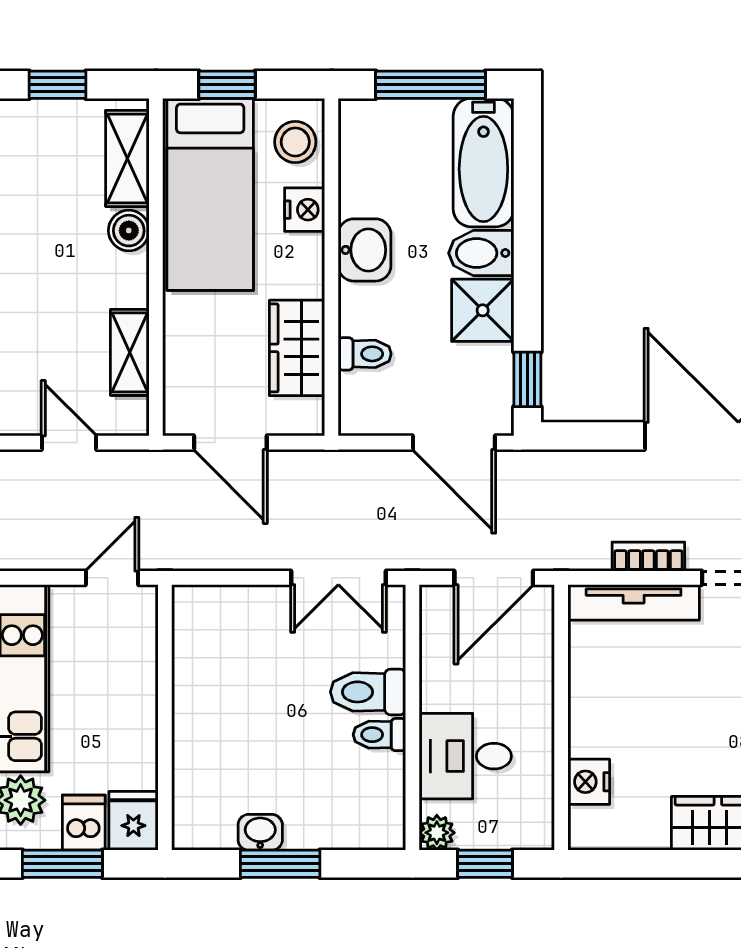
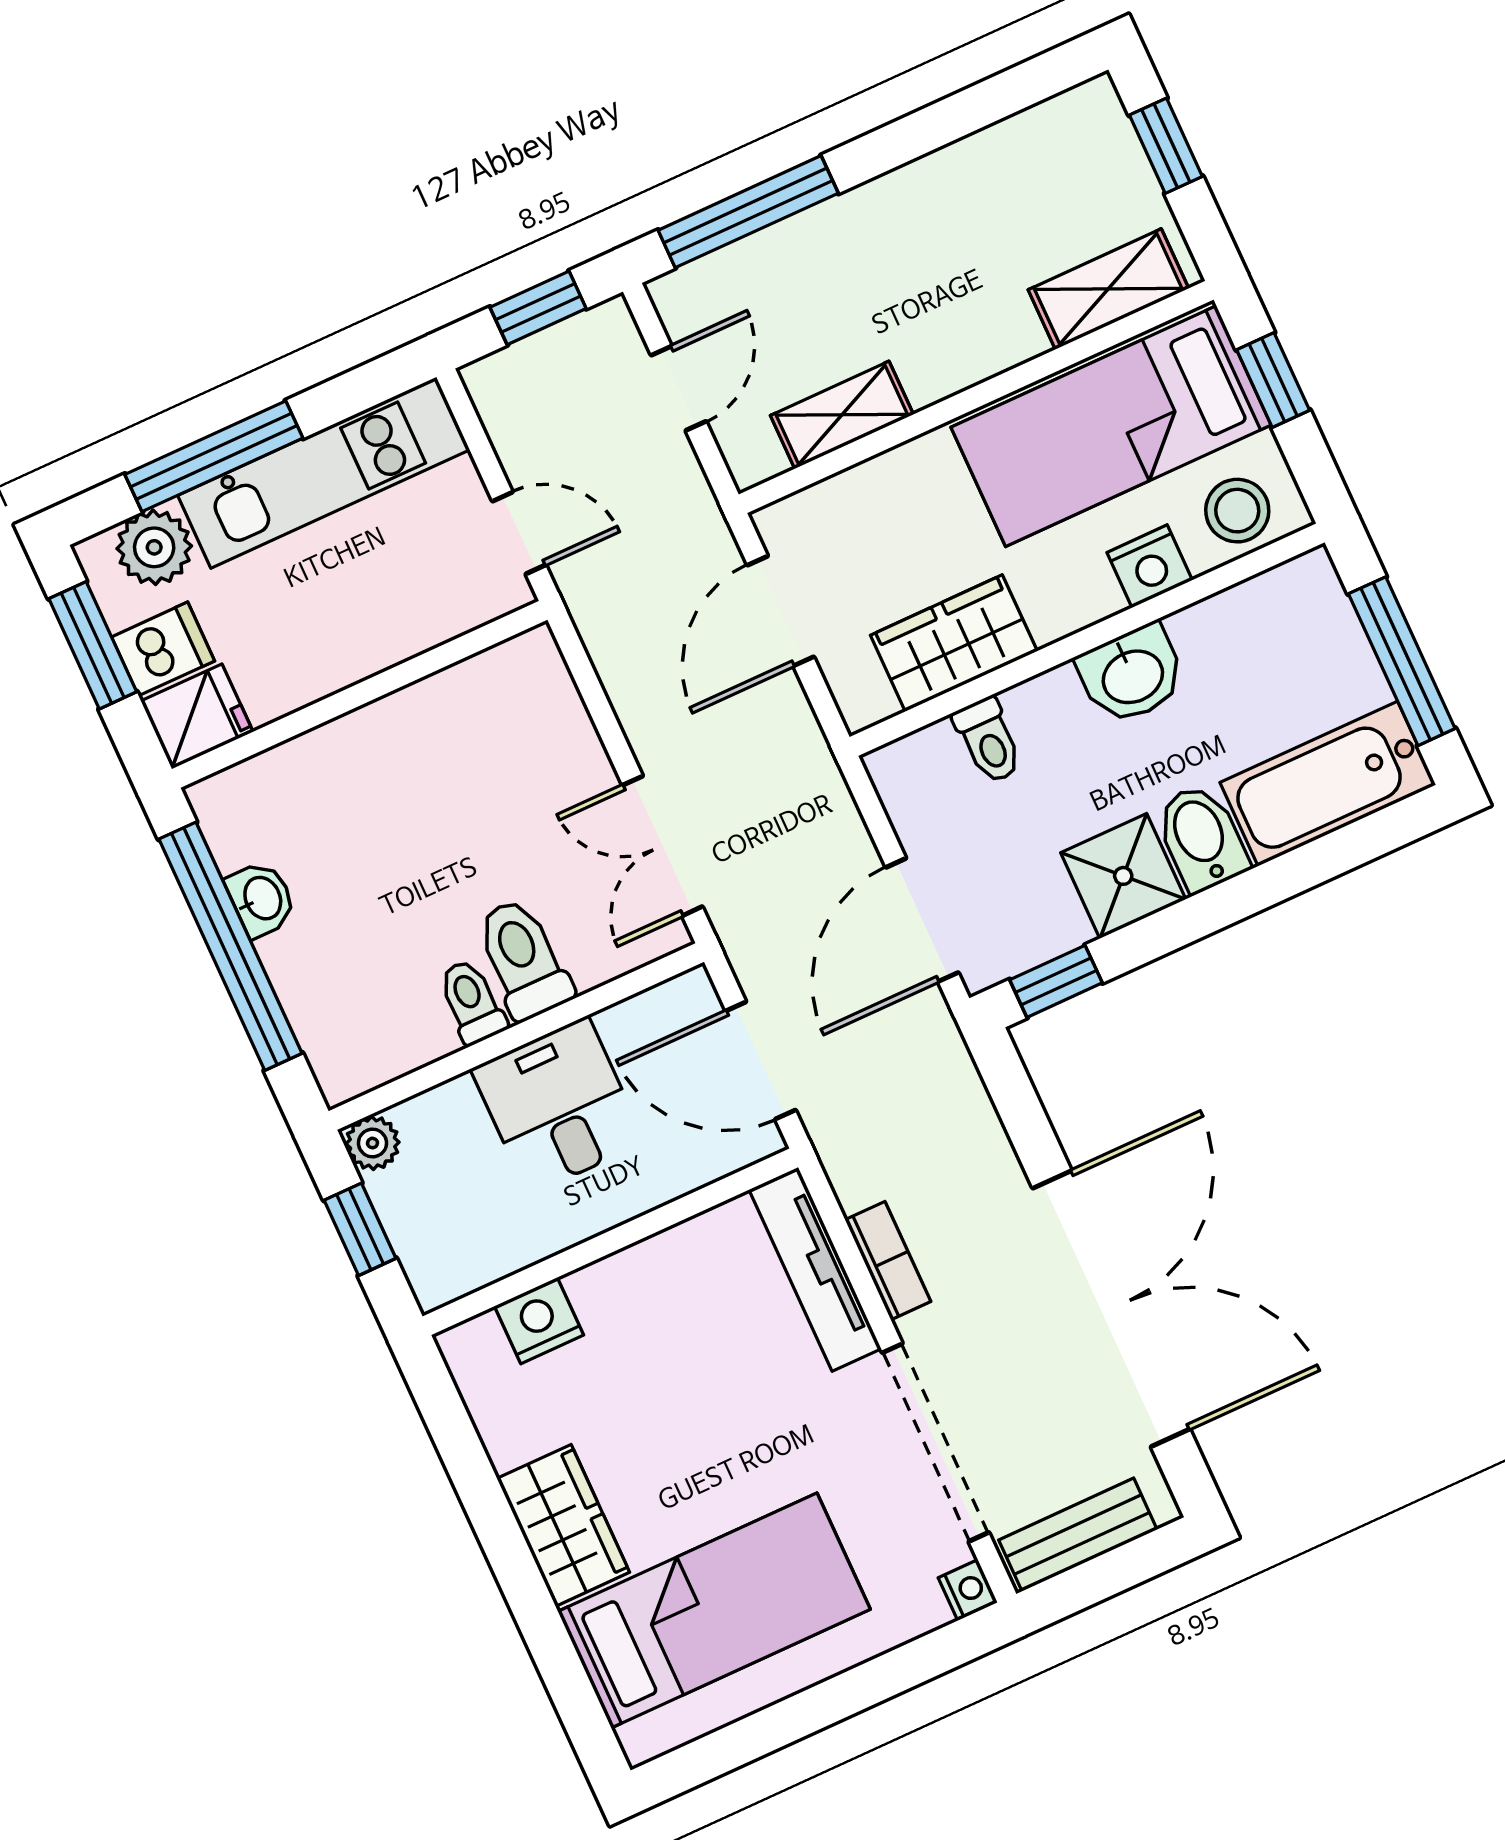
boiler: (129, 231) -> (1010, 337), removed
desk: (465, 756) -> (558, 1106), moved
window: (280, 864) -> (230, 946), width x2.11

